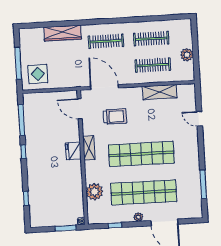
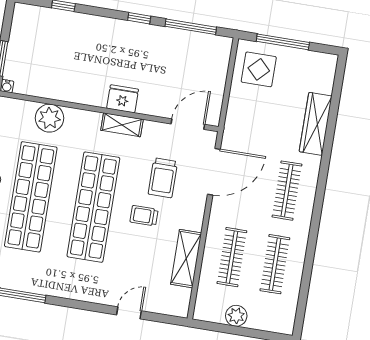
trolley: (140, 123) -> (144, 216), added

